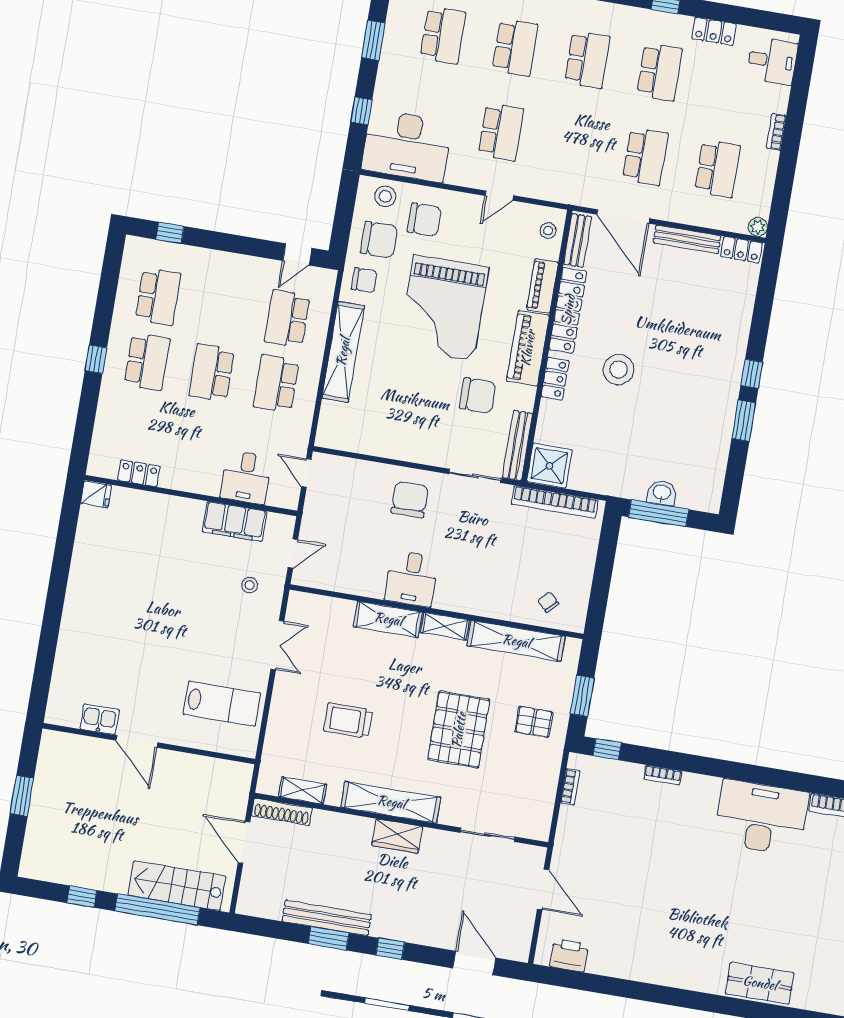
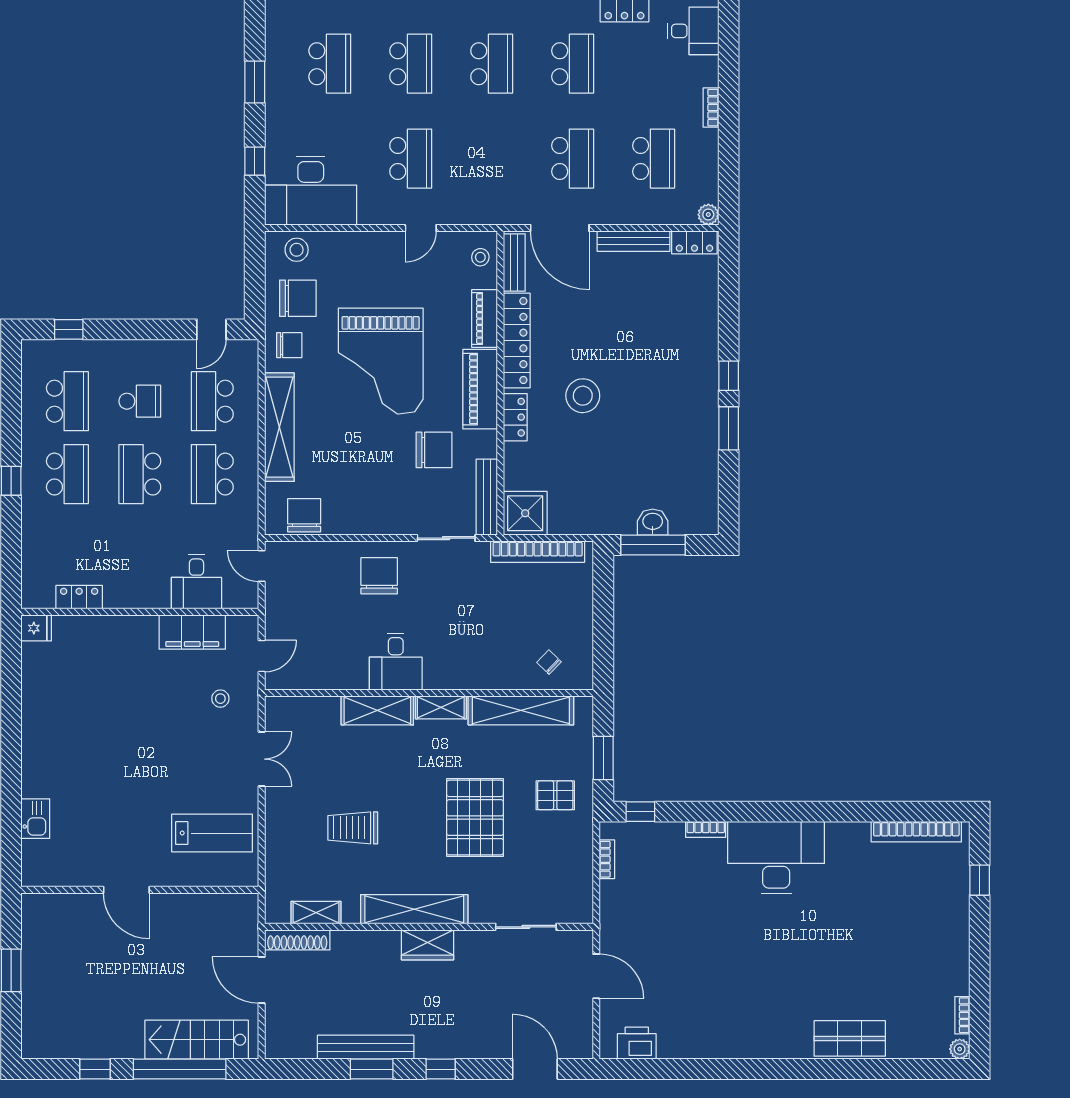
chair: (424, 220) -> (304, 515), moved, turned -90
school desk: (223, 308) -> (140, 401), added
kitchen sink: (100, 719) -> (35, 819), moved, turned 90
desk: (761, 818) -> (776, 858), moved

